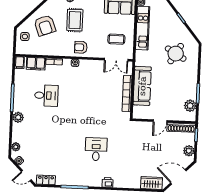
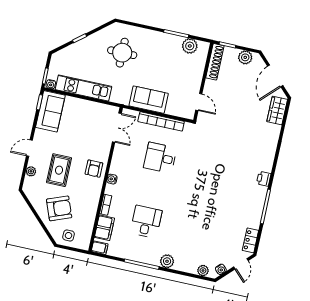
rug: (75, 20) -> (59, 170), turned 90
coffee table: (116, 39) -> (92, 123), removed
round table: (176, 54) -> (122, 53), turned -31
sofa: (142, 86) -> (149, 100), width x0.73
door: (160, 121) -> (199, 102), moved
desk: (96, 149) -> (160, 158), moved
printer: (108, 182) -> (264, 179), moved

